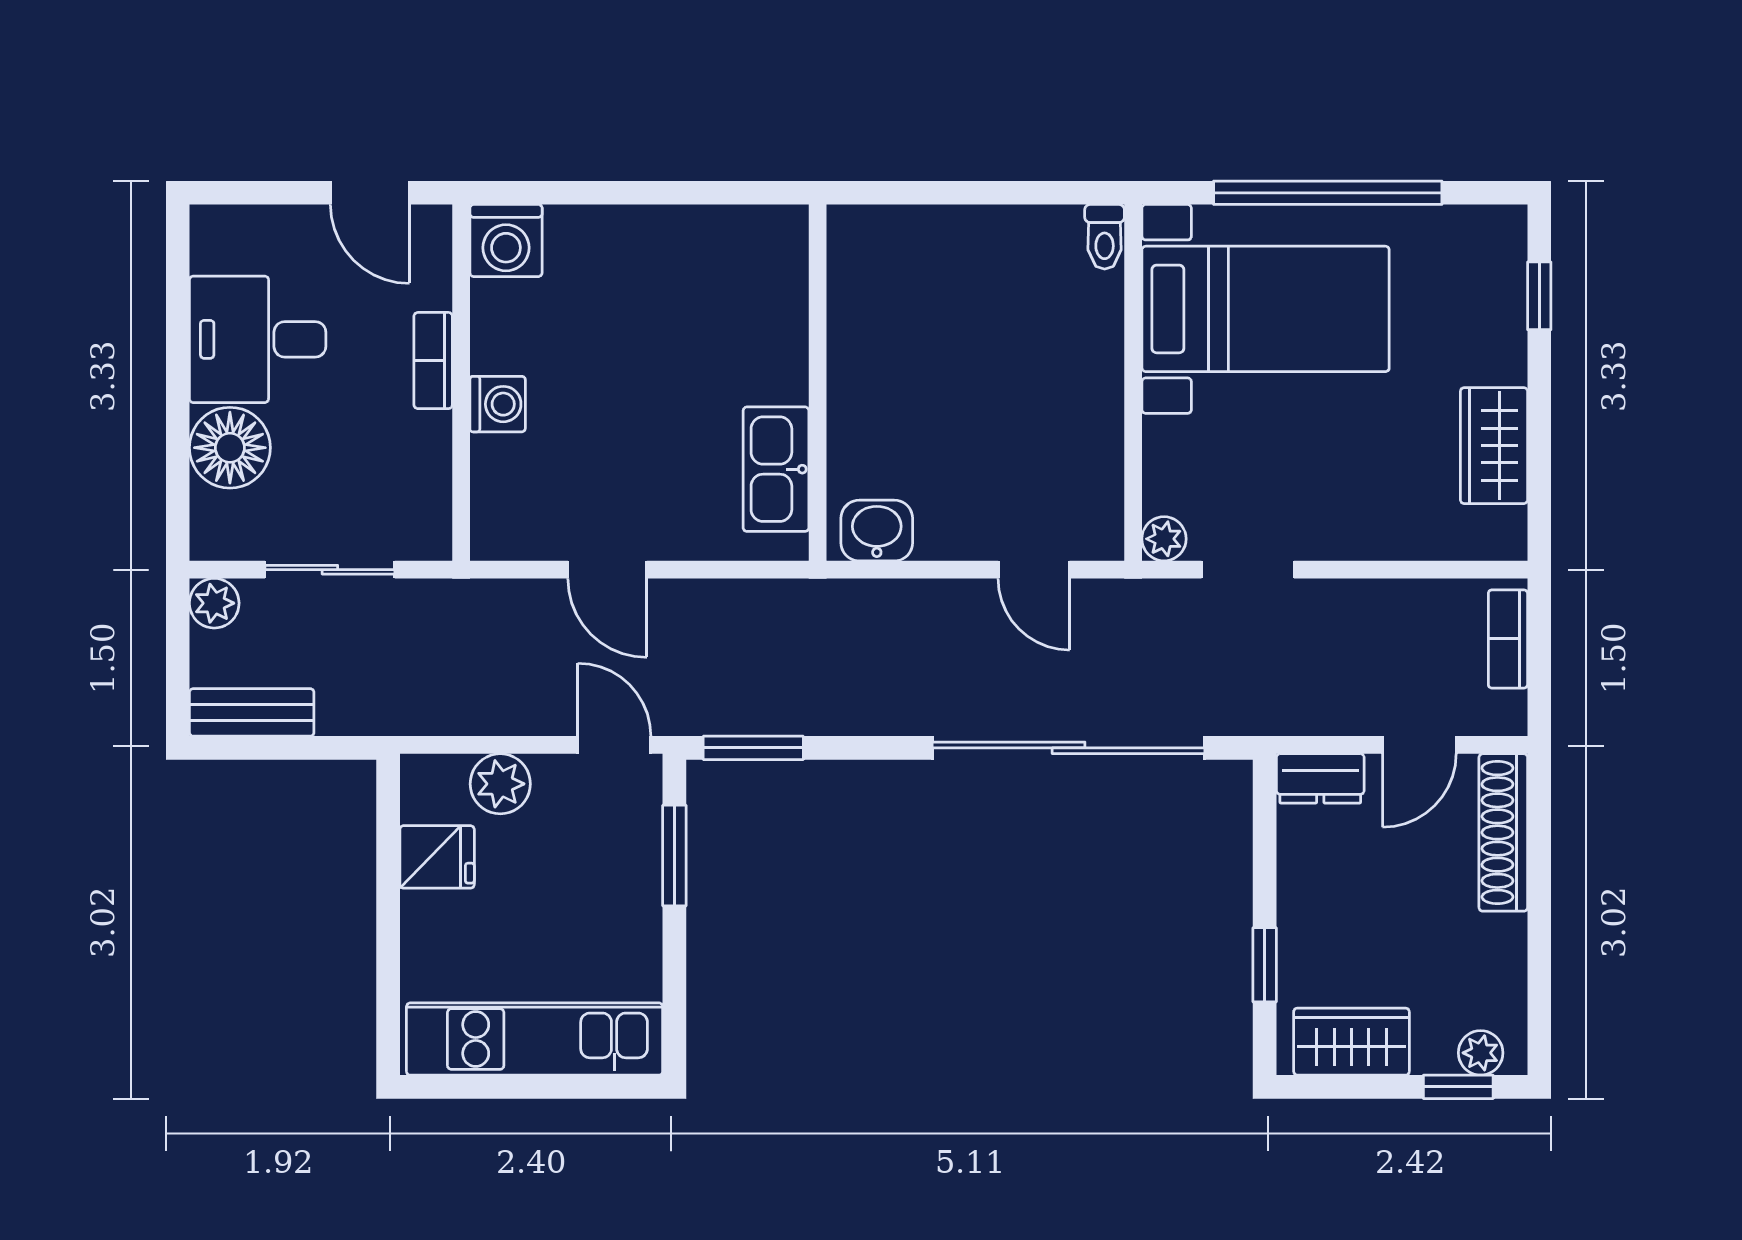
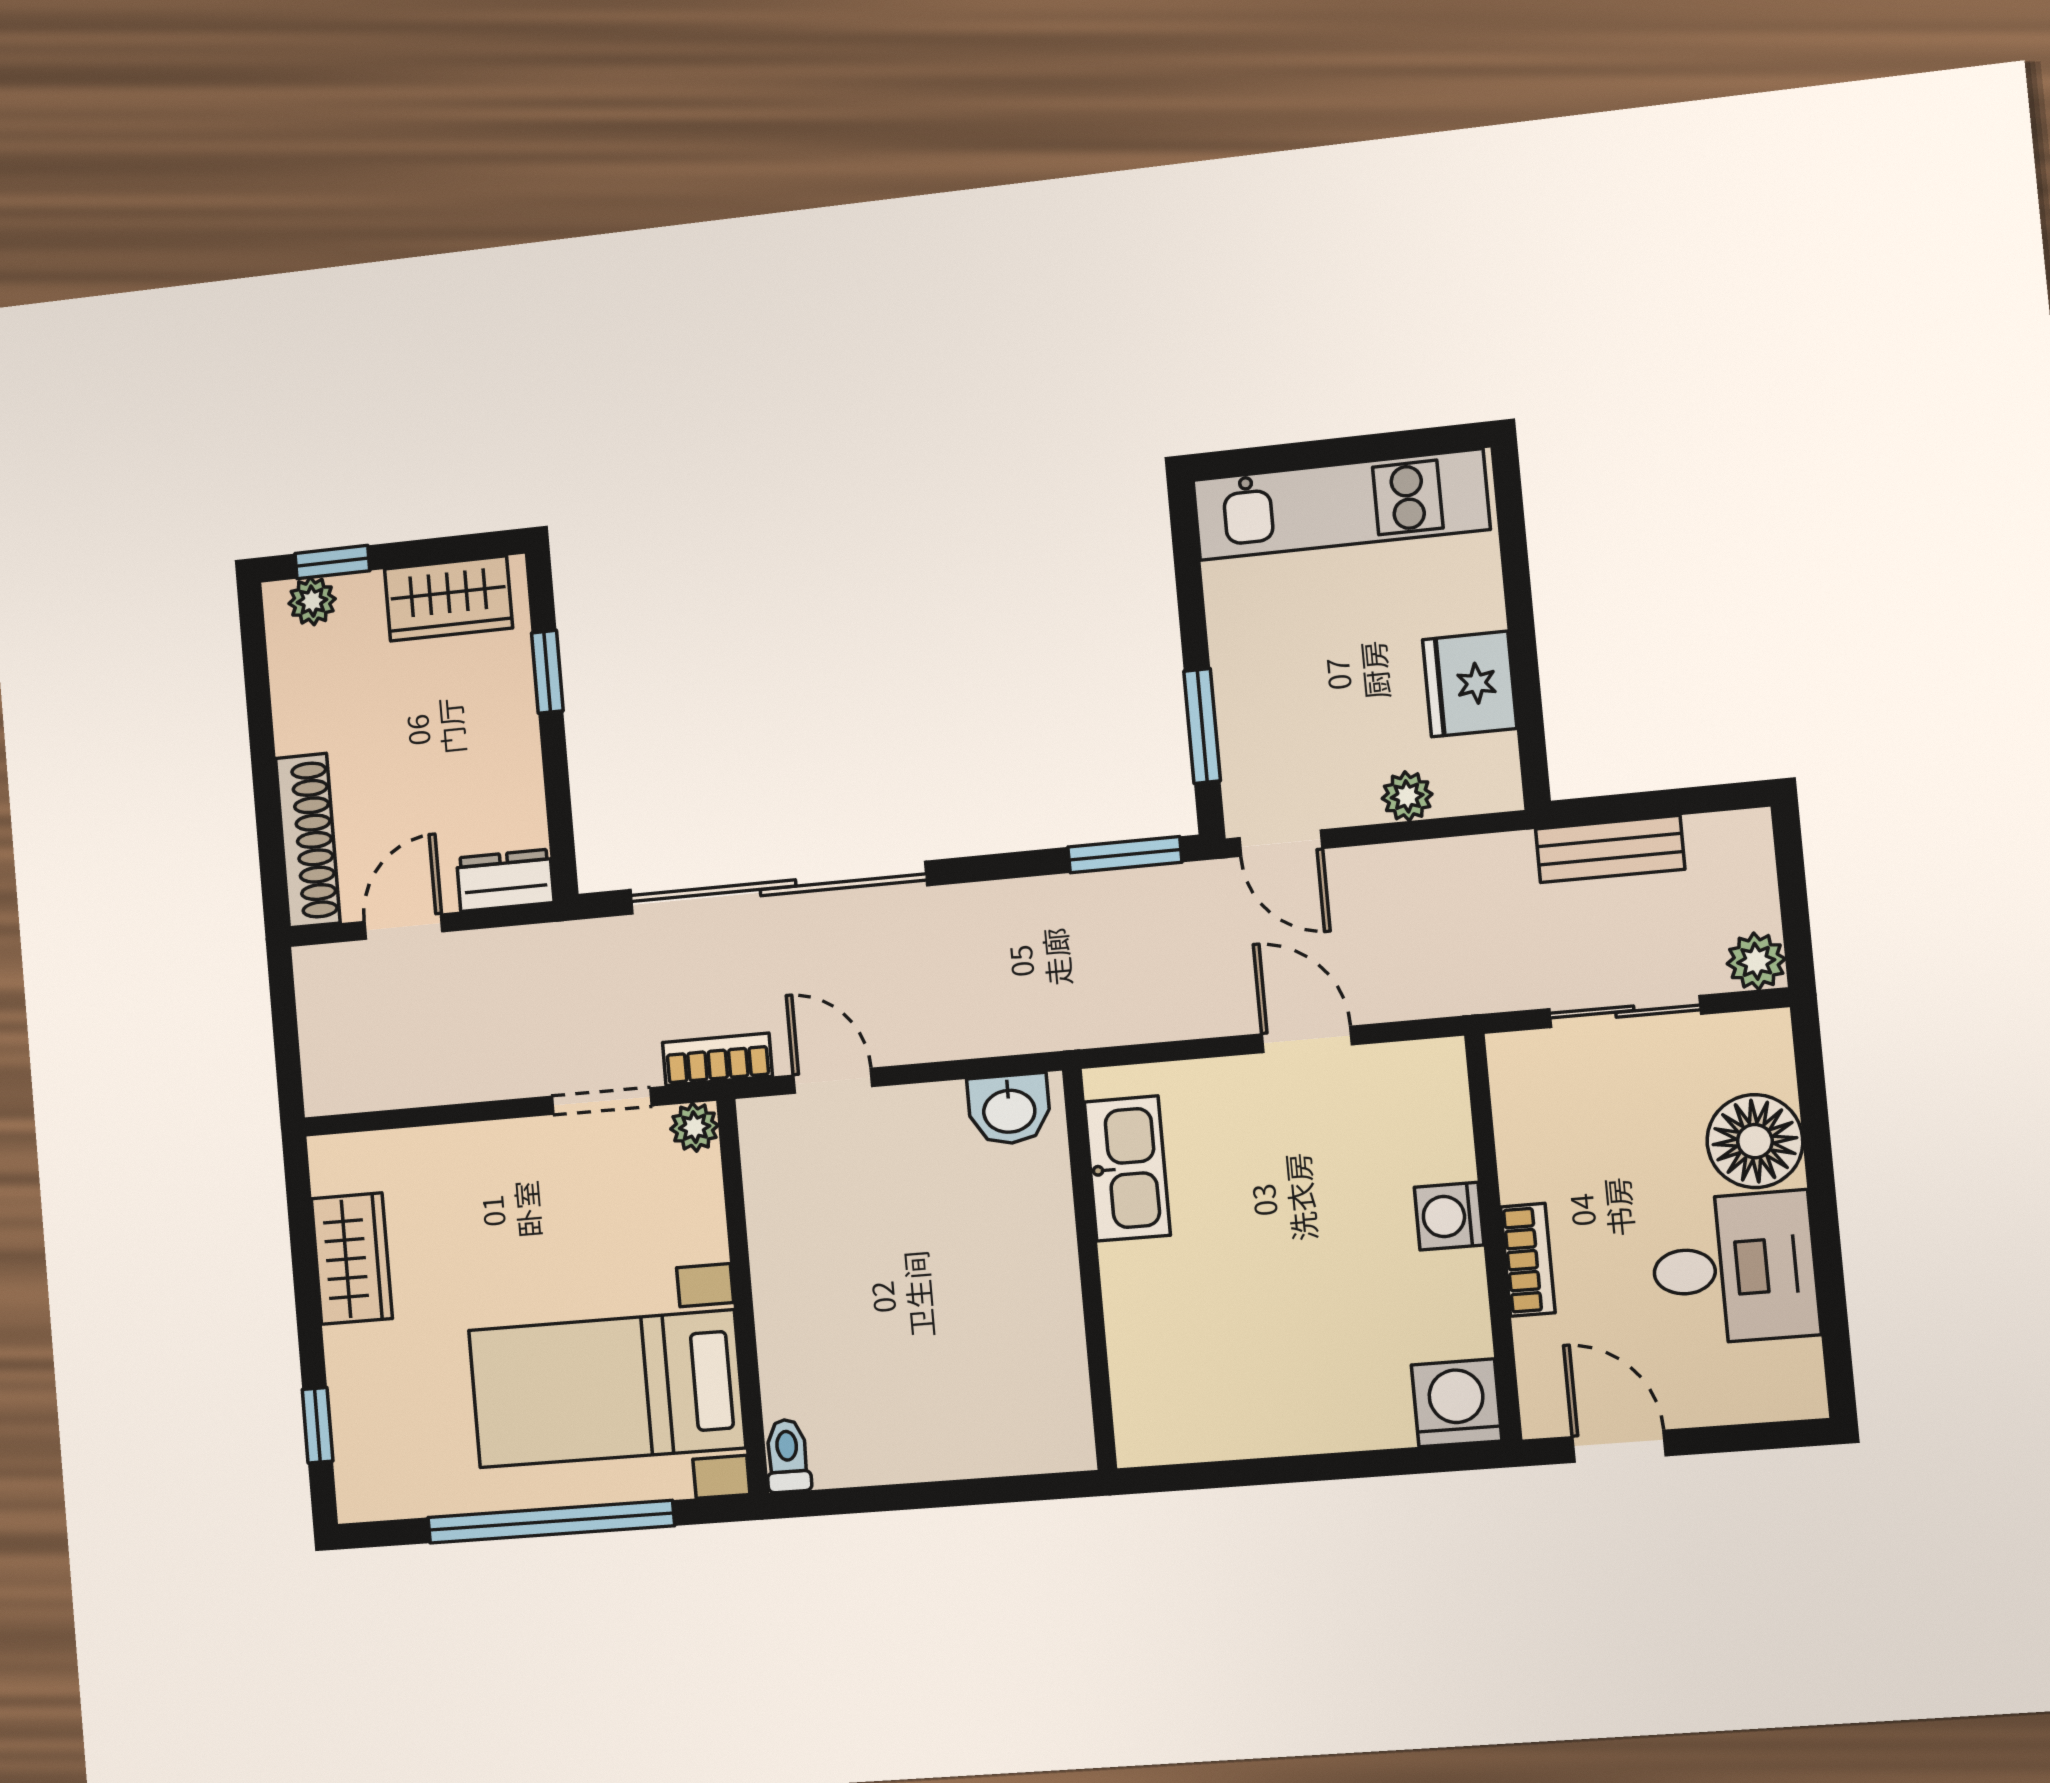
bookcase: (1508, 639) -> (717, 1059), moved, turned -90
bench: (252, 712) -> (1610, 849), moved
plant: (500, 784) -> (1407, 796), width x0.73, depth x0.73
fridge: (437, 857) -> (1470, 684), width x1.38

